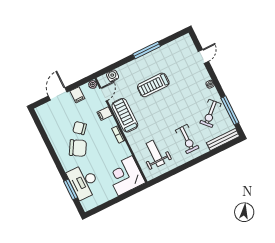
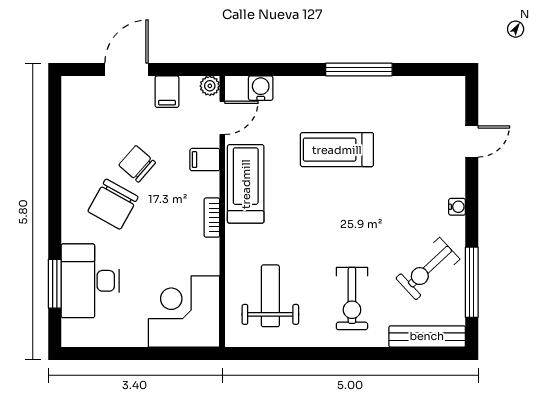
chair: (78, 148) -> (113, 204), turned 89

